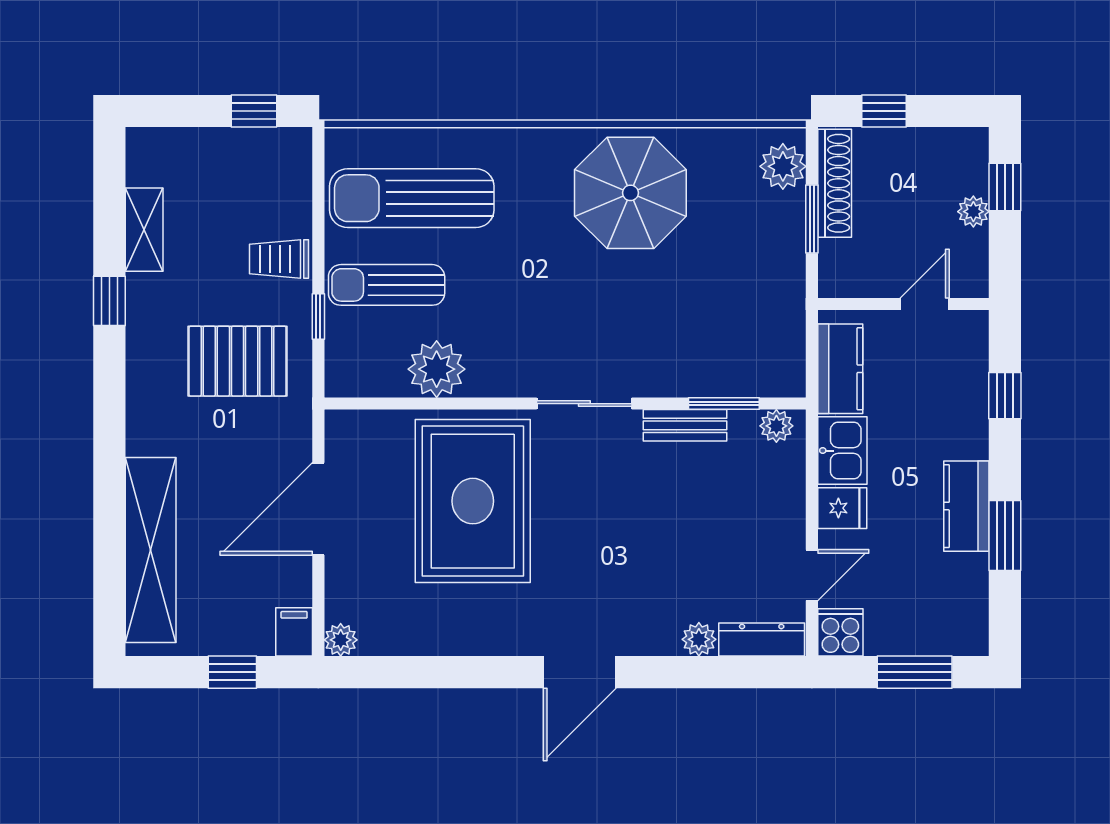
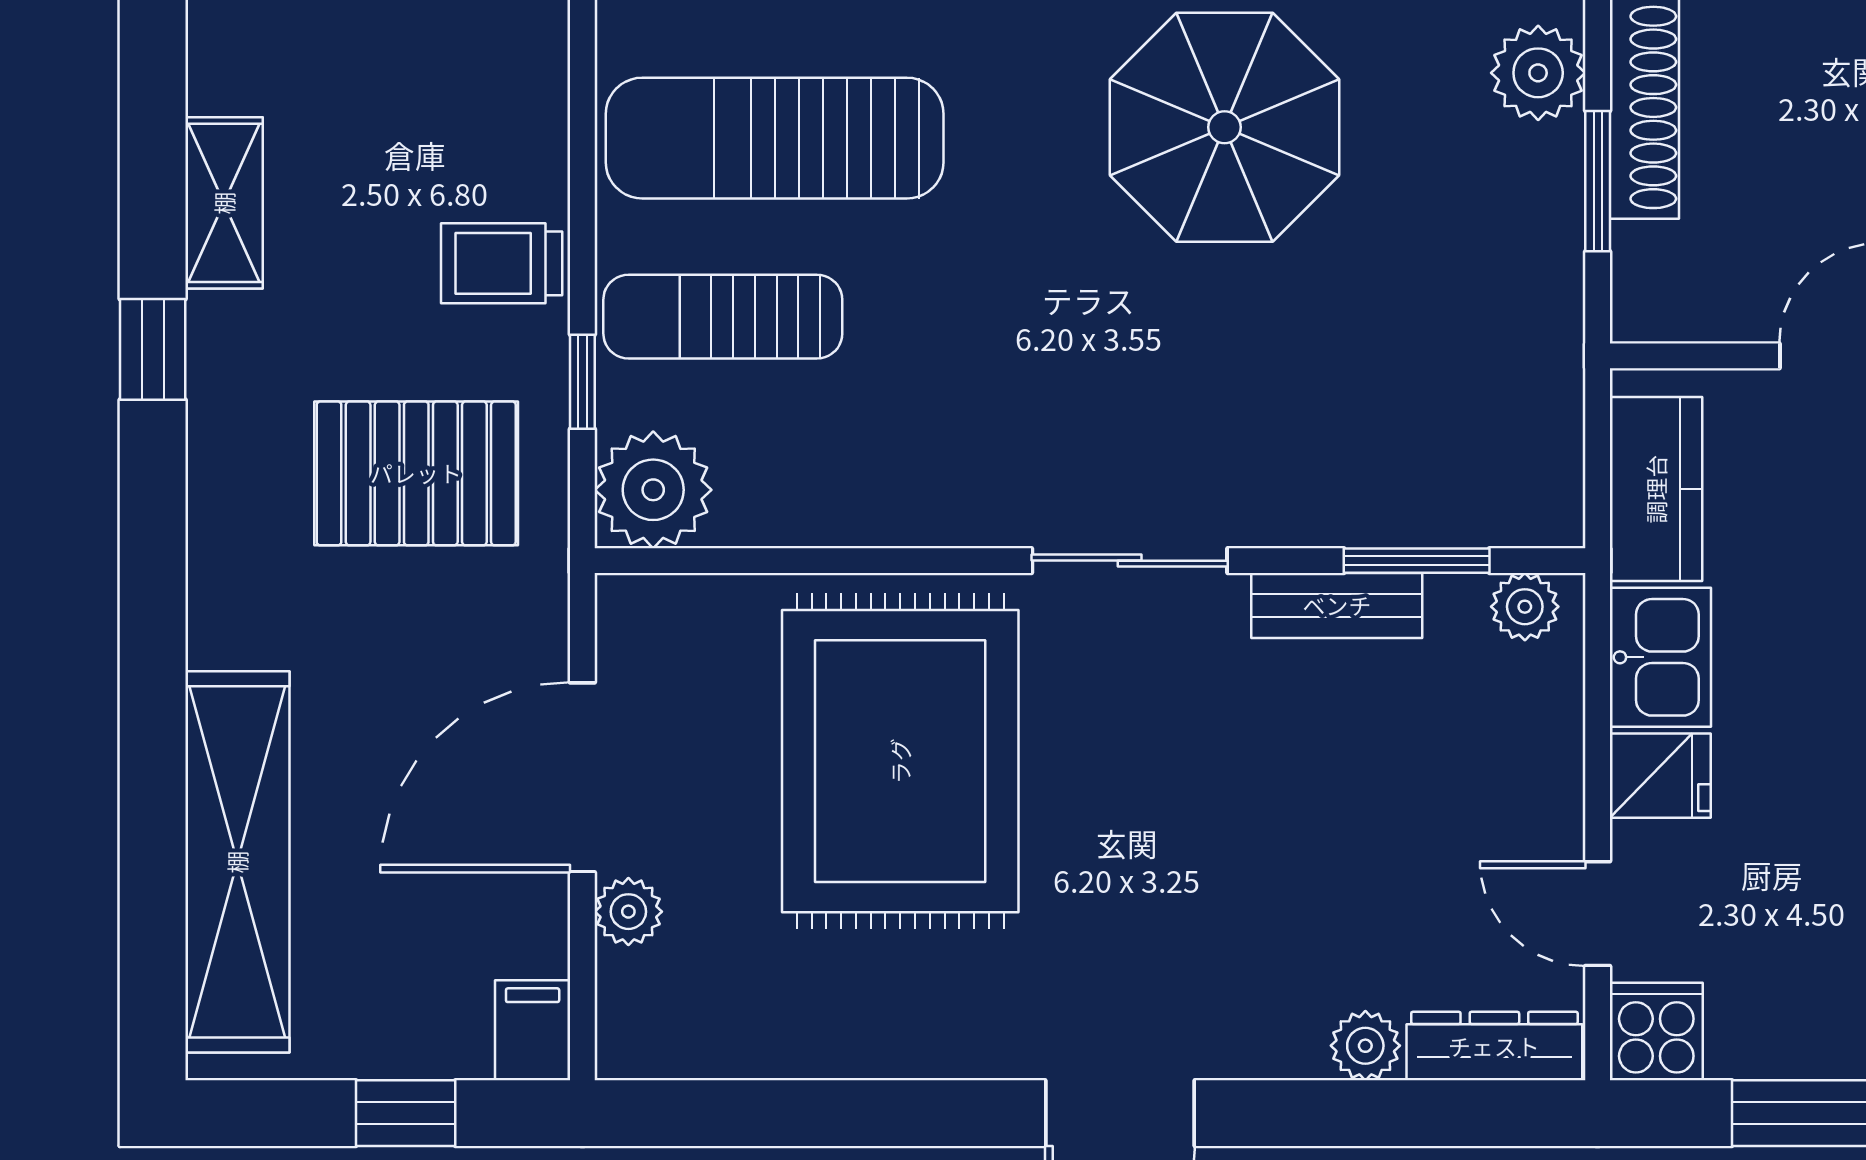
plant: (437, 369) -> (653, 490), moved
door: (812, 575) -> (1598, 914), swing flipped
plant: (341, 640) -> (628, 912), moved

